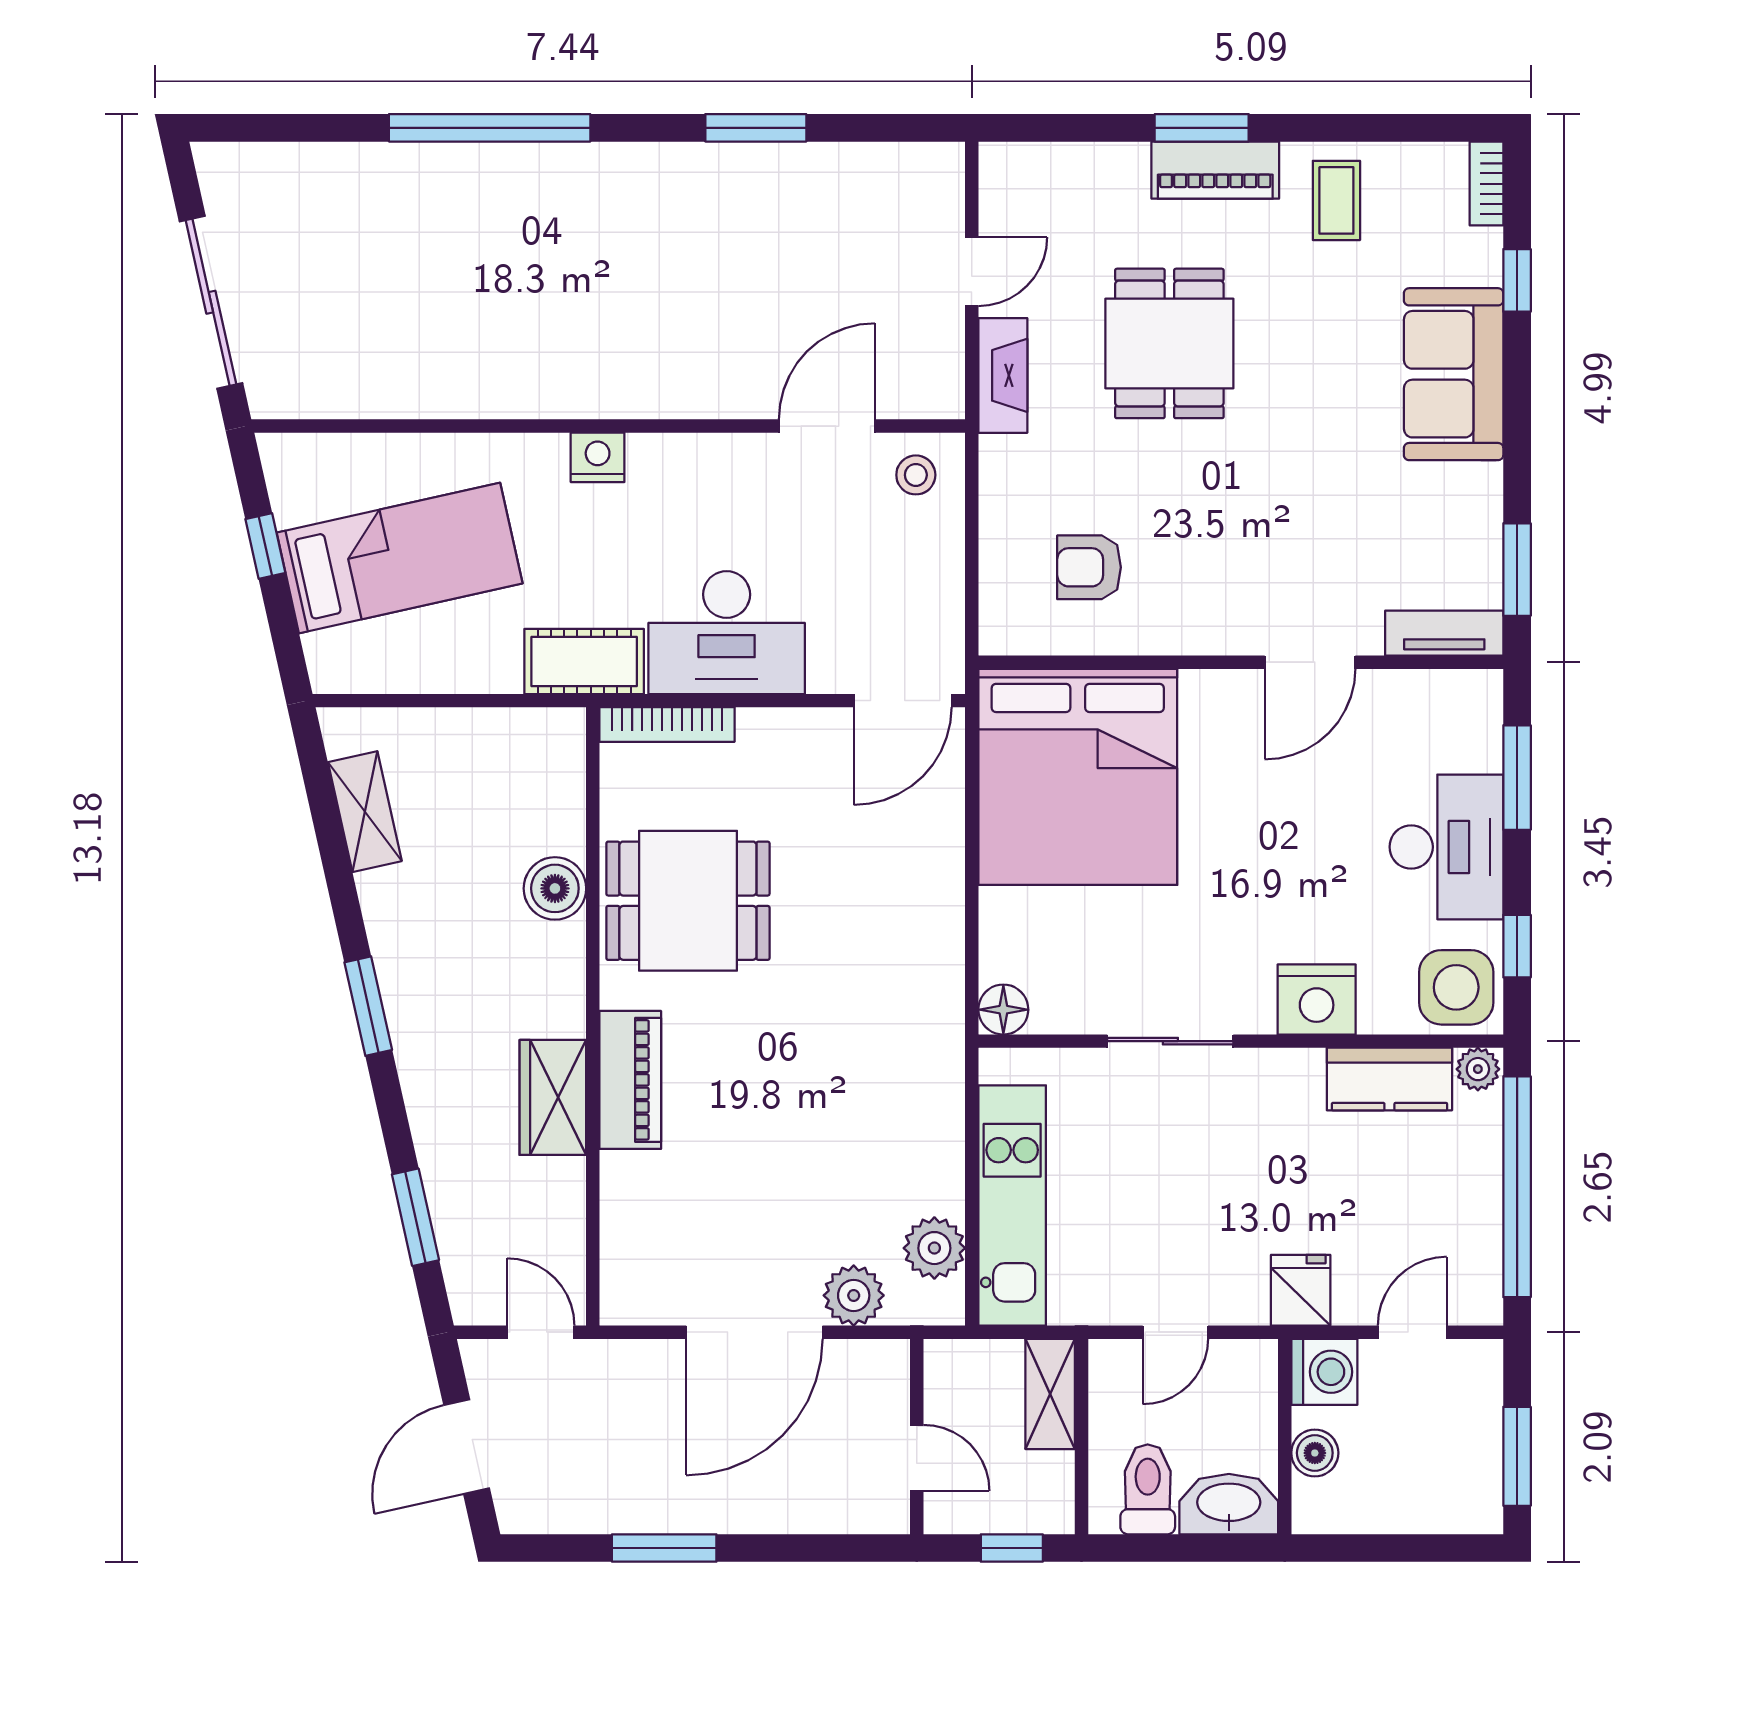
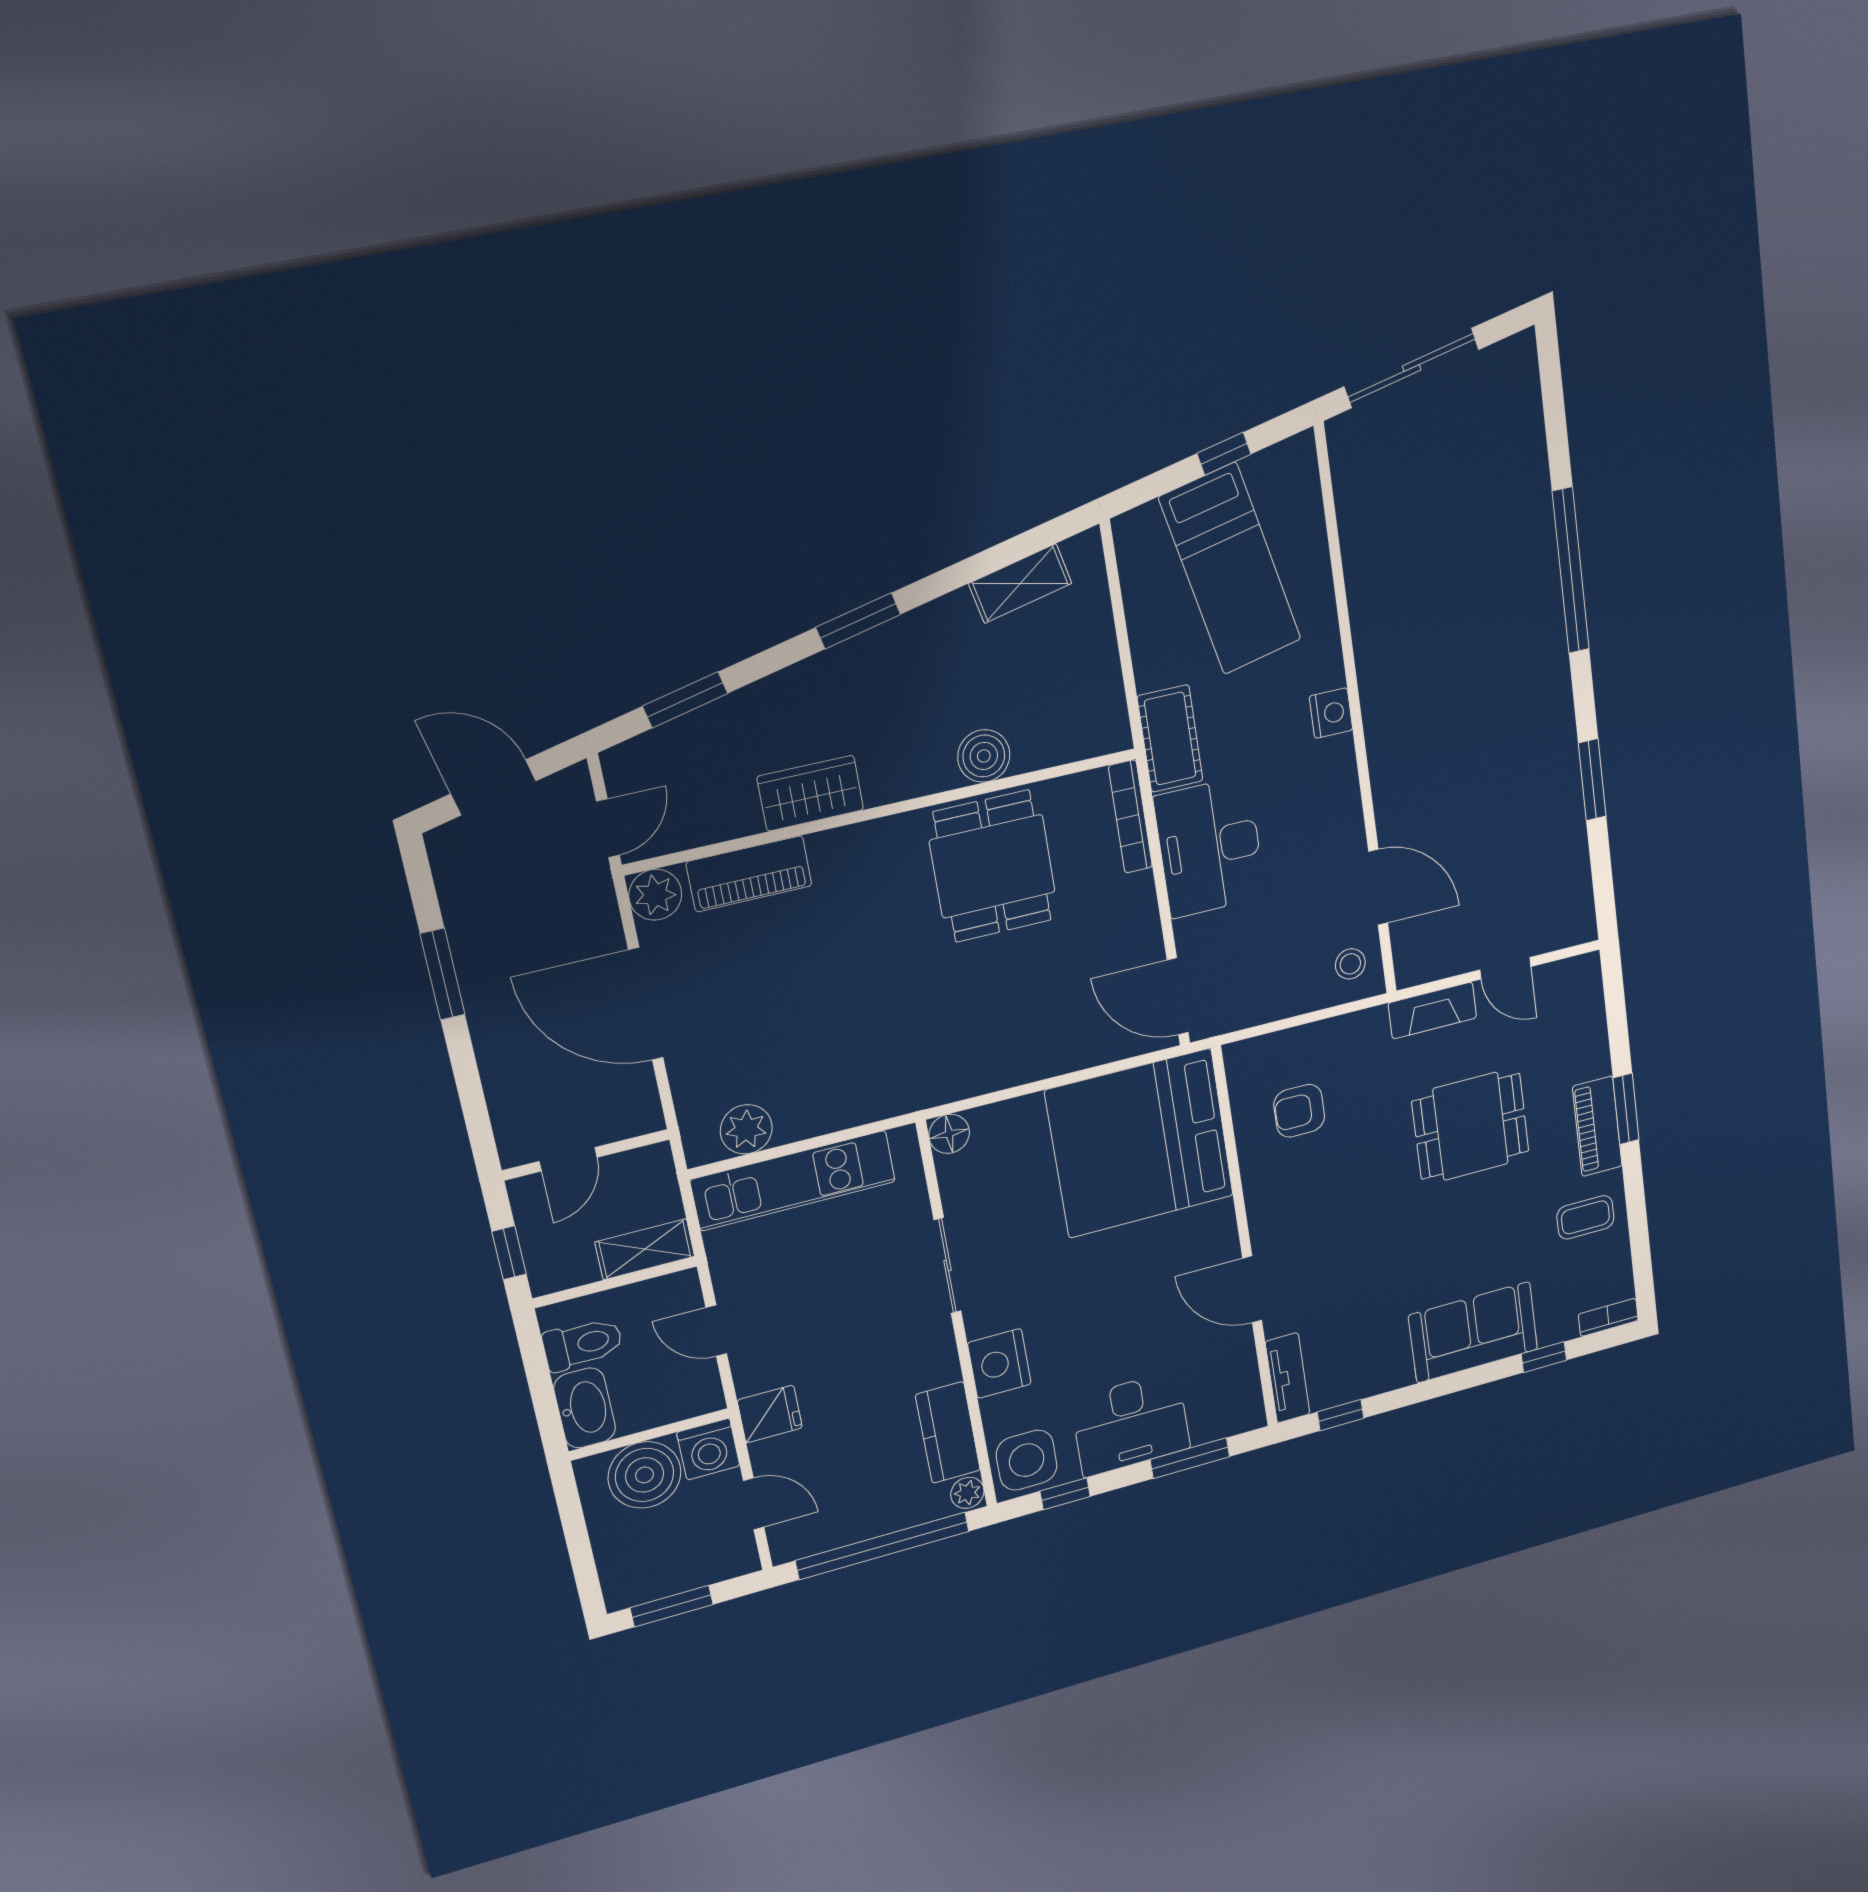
armchair: (1089, 567) -> (1299, 1111), turned -90
window: (1517, 570) -> (1341, 1415), width x0.67
piano: (630, 1080) -> (749, 874), moved
plant: (854, 1295) -> (655, 895), moved
boiler: (1315, 1453) -> (645, 1475), width x1.86, depth x1.86

